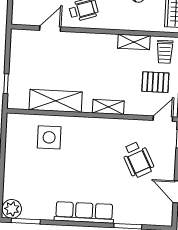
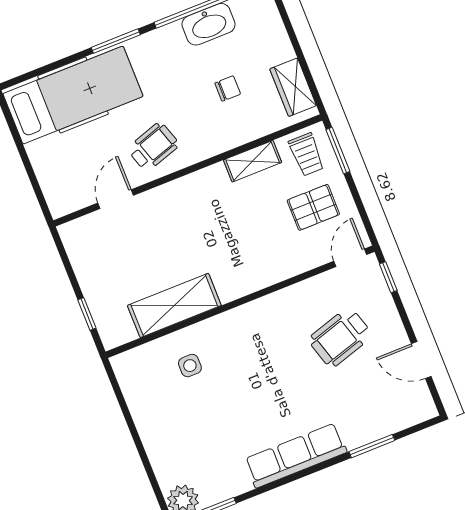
shelving: (108, 107) -> (259, 278), removed
side table: (49, 137) -> (190, 366), width x0.54, depth x0.54
wheelchair: (138, 159) -> (340, 337), turned 100

